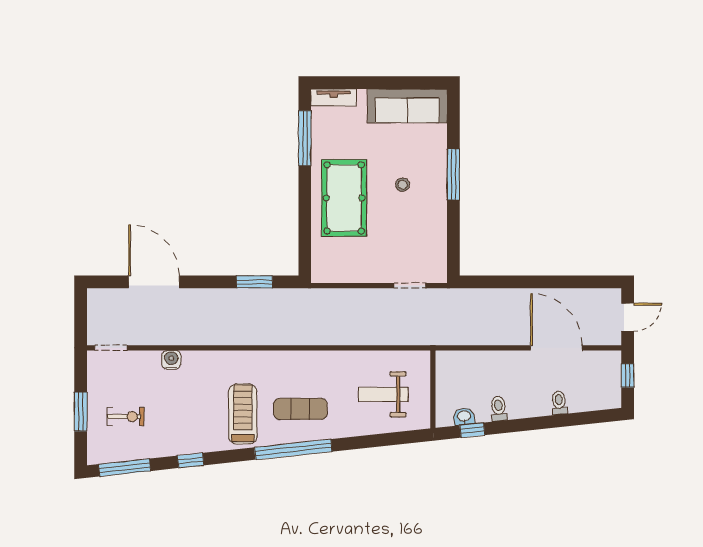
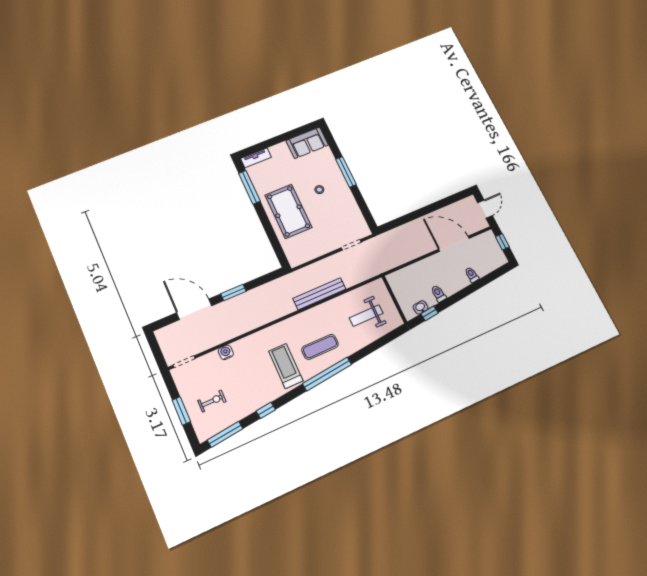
sofa: (407, 106) -> (307, 143), width x0.73
window: (254, 282) -> (233, 293), moved
bench: (333, 335) -> (319, 294), added

